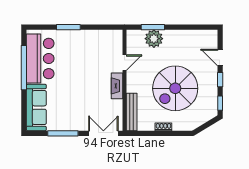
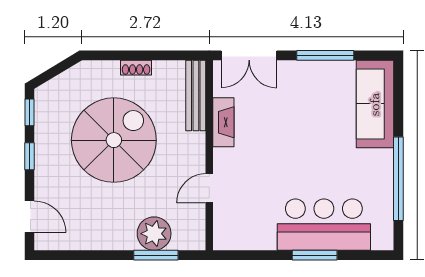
door: (220, 58) -> (29, 217), moved
bar counter: (40, 59) -> (324, 225), moved, turned 90
fireplace: (117, 86) -> (223, 122), moved

